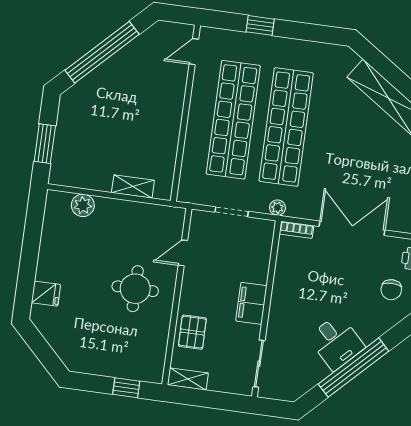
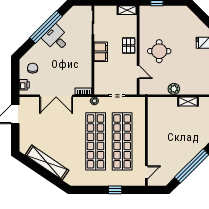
shelving: (133, 187) -> (188, 102), moved
plant: (83, 205) -> (174, 89), moved
door: (183, 253) -> (138, 72), hinge flipped
pallet: (192, 332) -> (129, 46), moved

